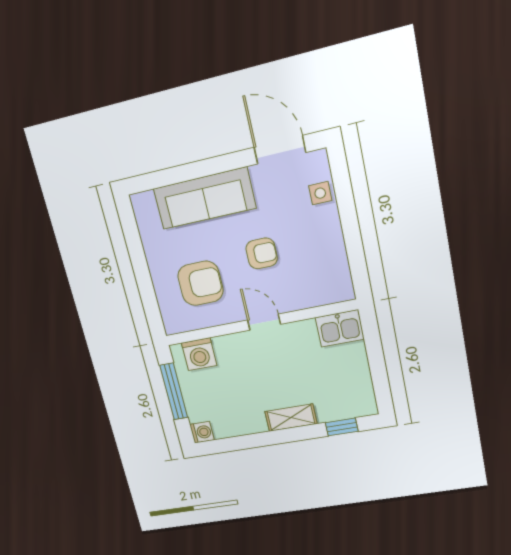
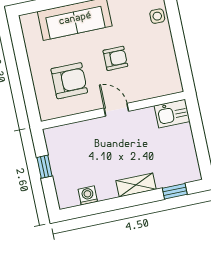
washing machine: (199, 354) -> (66, 136), removed
window: (174, 391) -> (44, 167), width x0.46
washing machine: (202, 432) -> (88, 195), moved, turned -90

